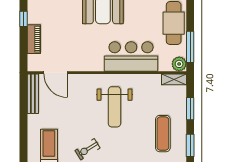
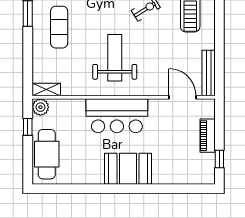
window: (190, 47) -> (28, 127), width x0.46
bar counter: (131, 56) -> (117, 116), moved
window: (190, 109) -> (28, 56), removed

